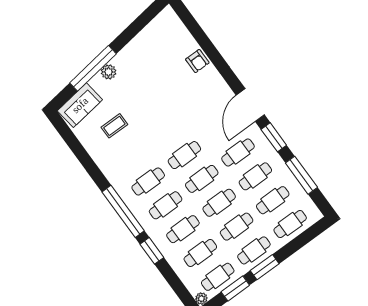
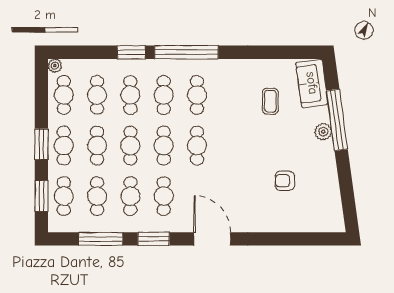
armchair: (197, 61) -> (285, 181), moved
door: (250, 105) -> (212, 239), moved
window: (235, 289) -> (41, 196), moved

